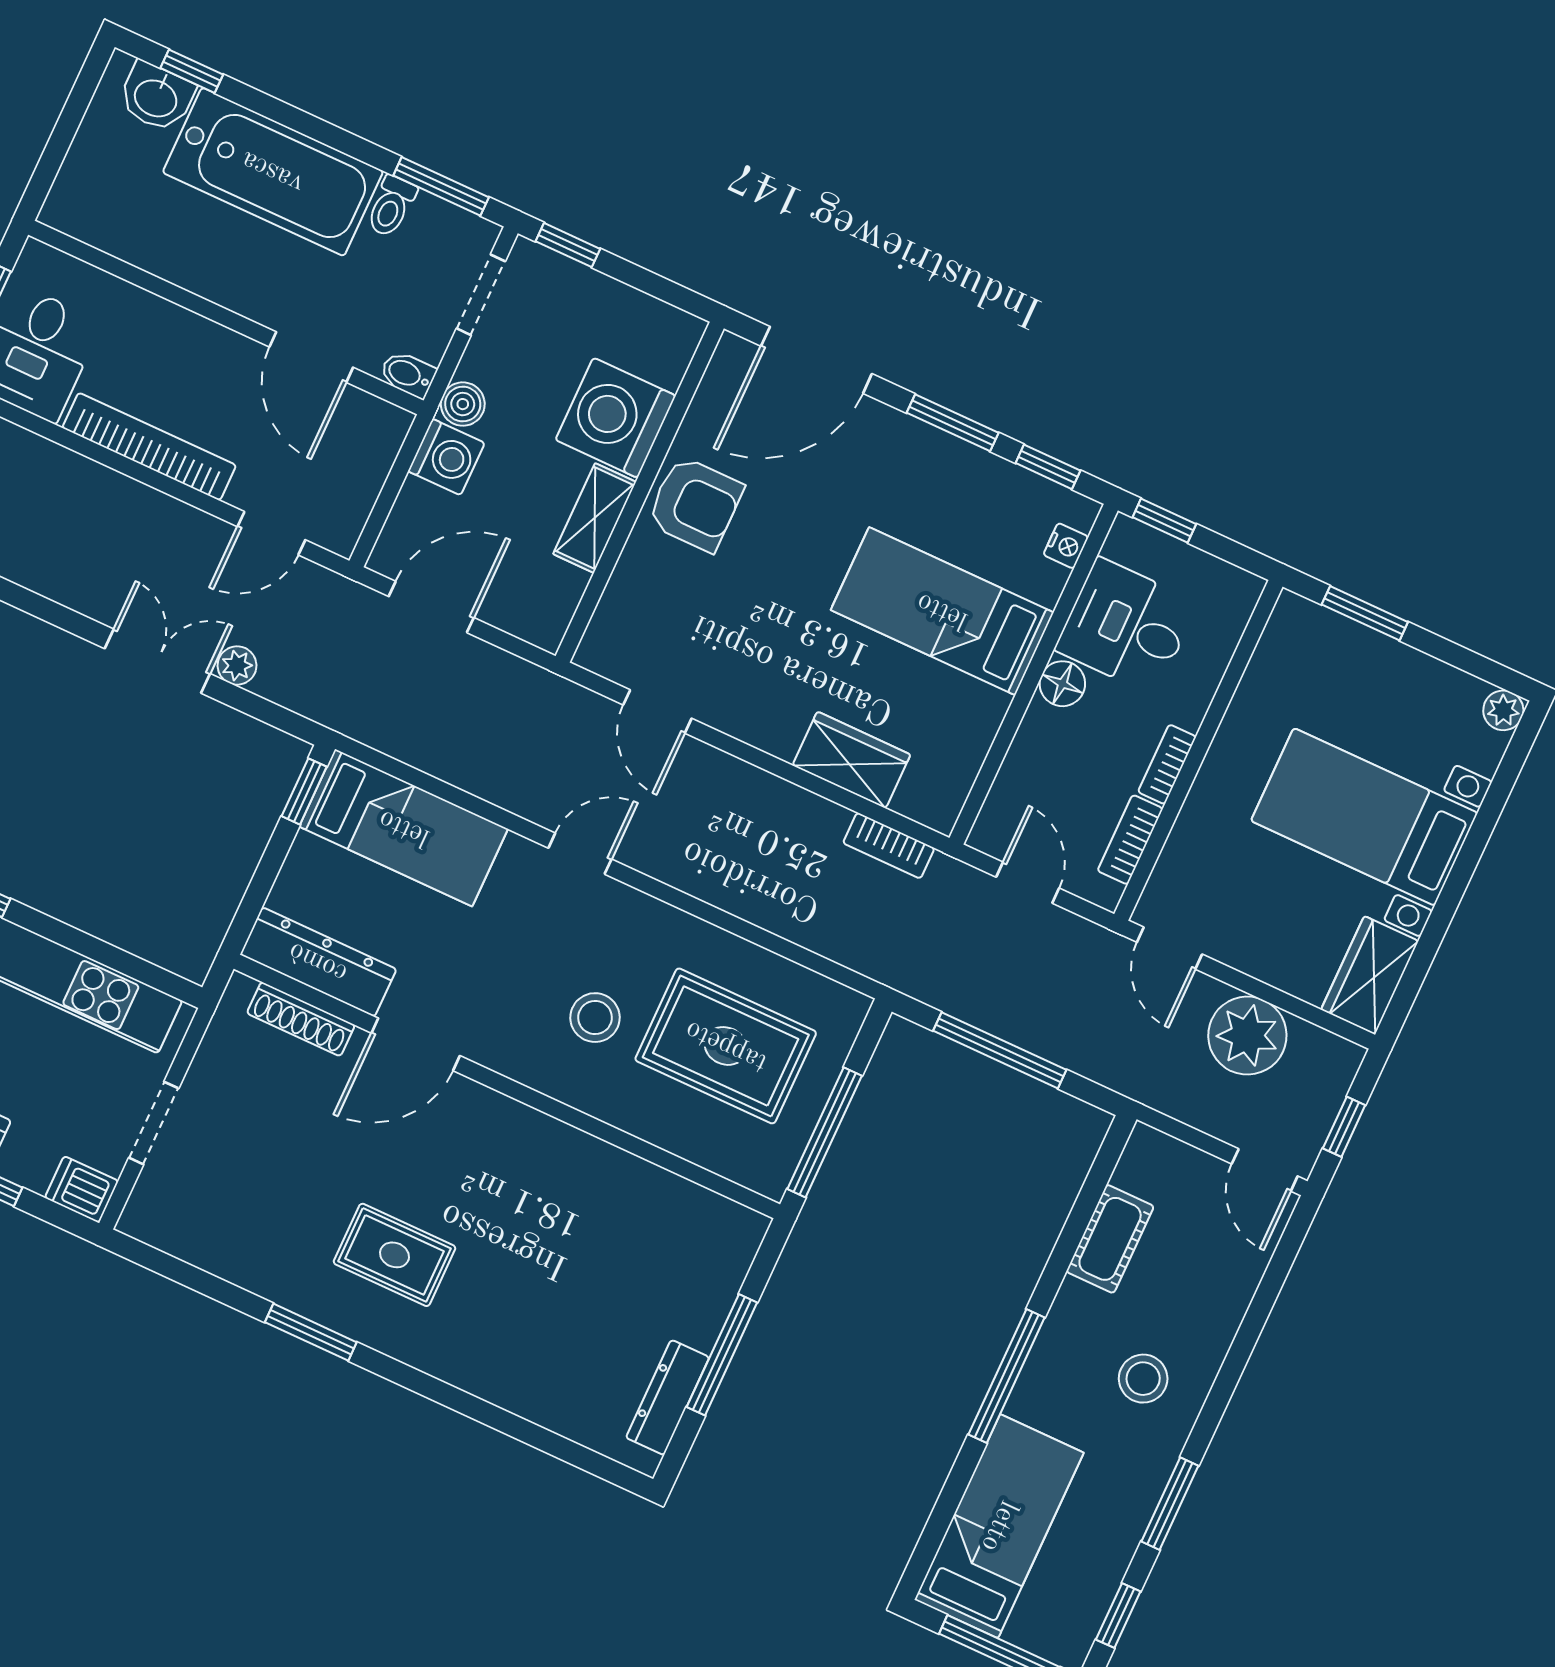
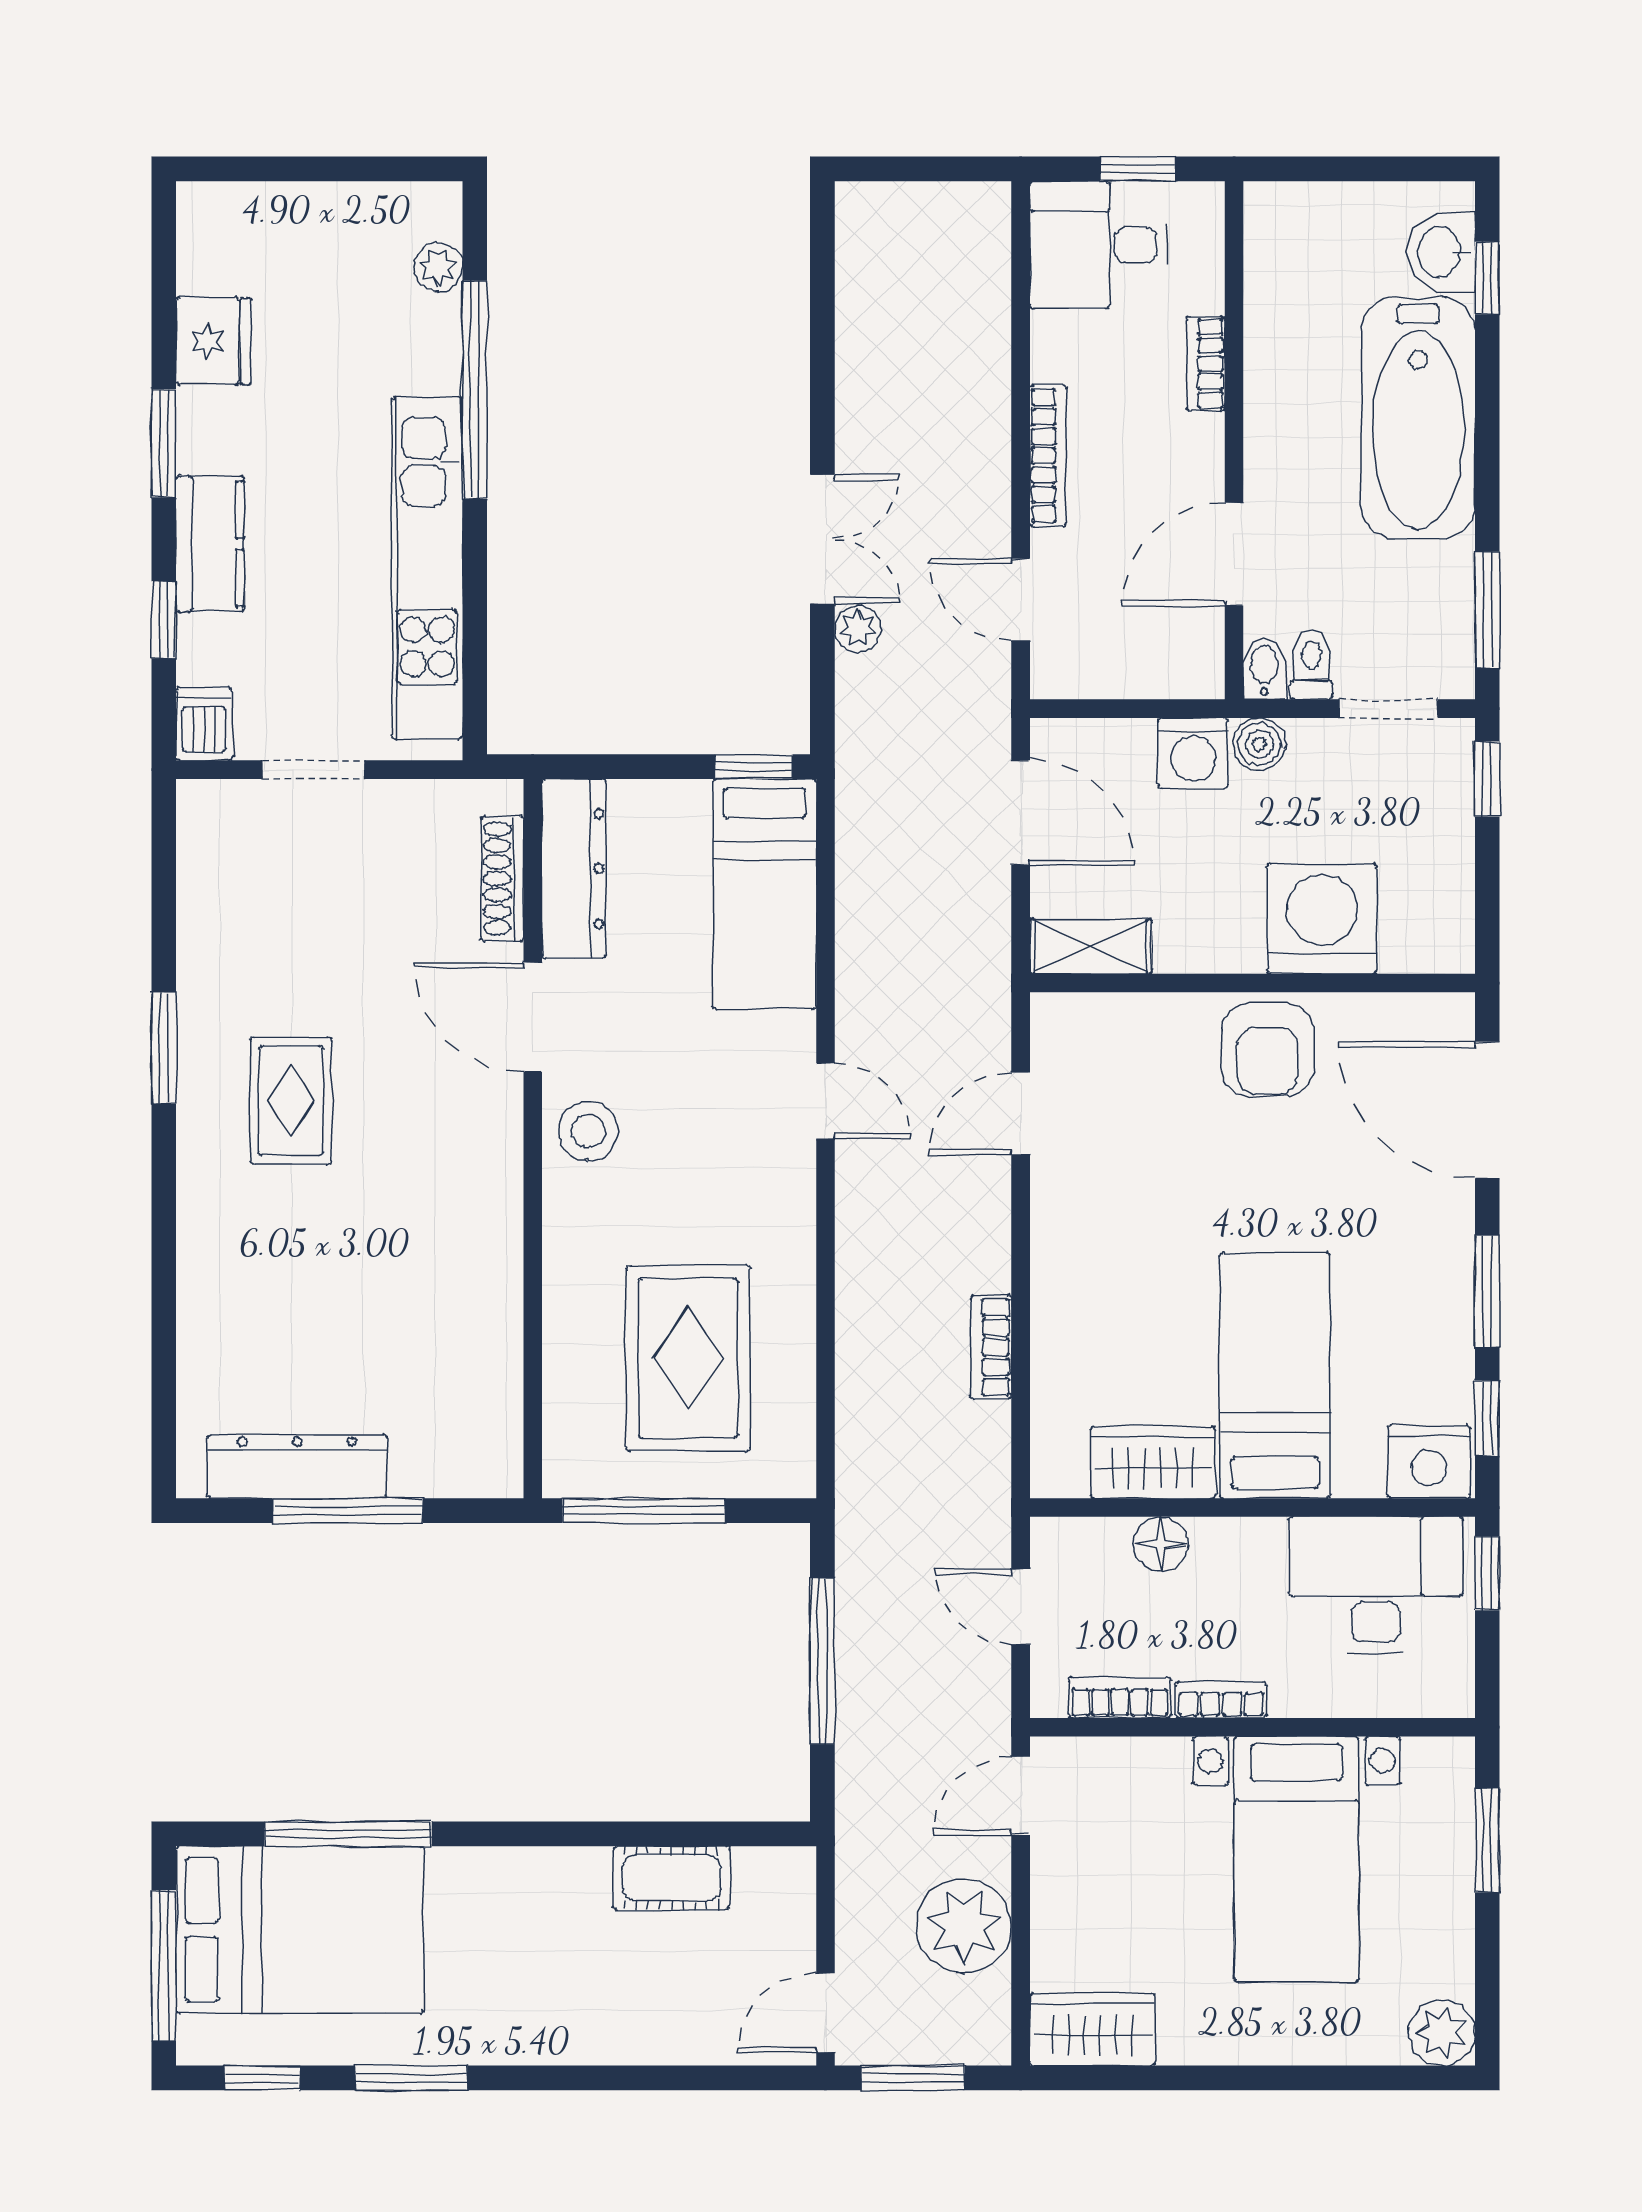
toilet: (391, 206) -> (1311, 665), moved, turned 90
bookcase: (158, 312) -> (1206, 364), added
bookcase: (149, 447) -> (1048, 456), width x0.68, depth x0.76
shelving: (595, 518) -> (1091, 947), moved
nightstand: (1066, 546) -> (1429, 1462), width x1.89, depth x1.79
desk: (1126, 626) -> (1376, 1585), width x1.37
floor lamp: (1062, 684) -> (1161, 1544), moved
plant: (1503, 710) -> (1442, 2032), width x1.38, depth x1.38
wardrobe: (851, 760) -> (1153, 1462), moved, turned -90
bed with nightstands: (1364, 817) -> (1297, 1859), moved, turned 180
bookcase: (889, 846) -> (991, 1347), moved
door: (1028, 883) -> (1021, 1607), swing flipped
stool: (595, 1018) -> (588, 1131), moved
window: (1344, 1127) -> (913, 2078), width x1.50
window: (1007, 1376) -> (348, 1834), moved
stool: (1143, 1379) -> (535, 1985), removed
dresser: (668, 1397) -> (297, 1467), width x1.37, depth x1.24
bed: (999, 1526) -> (300, 1930), width x1.50

